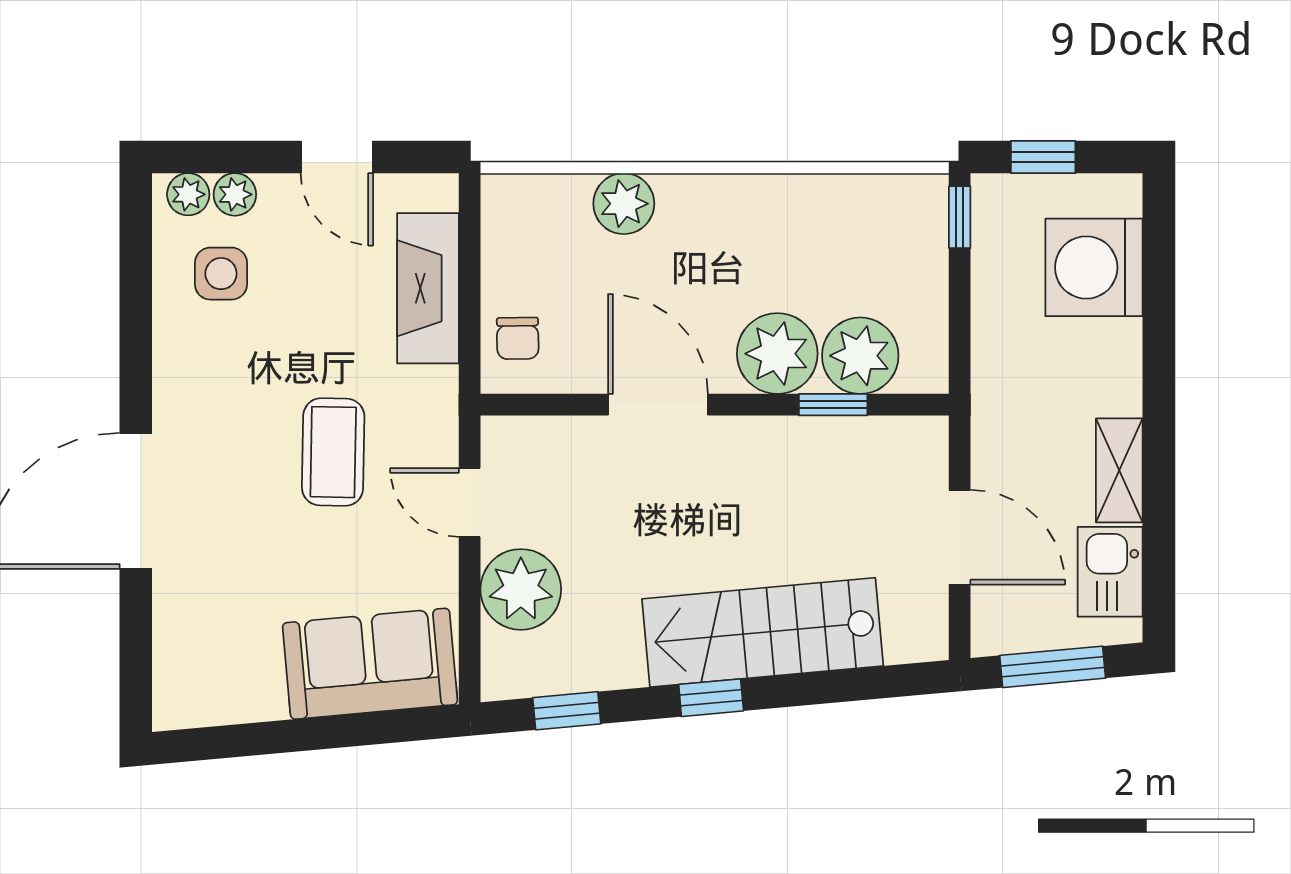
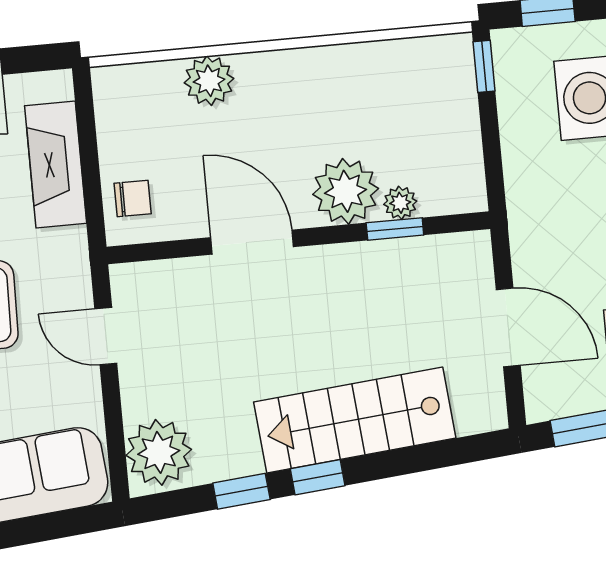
chair: (518, 338) -> (133, 199), turned -89
plant: (860, 356) -> (400, 203), width x0.53, depth x0.53
plant: (521, 589) -> (159, 452), moved
window: (567, 711) -> (241, 491), moved

